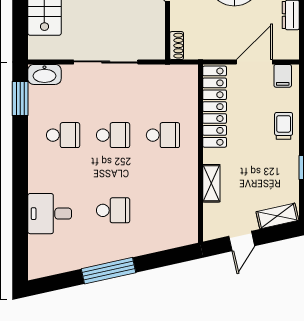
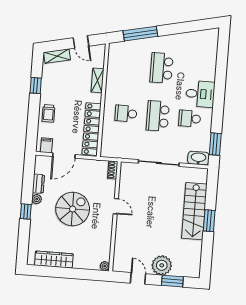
school desk: (113, 135) -> (158, 116), width x1.85
school desk: (113, 210) -> (162, 68), width x1.85
desk: (50, 214) -> (200, 94), moved
door: (242, 241) -> (81, 42), swing flipped
window: (109, 271) -> (140, 34), moved

